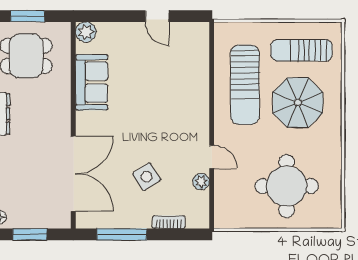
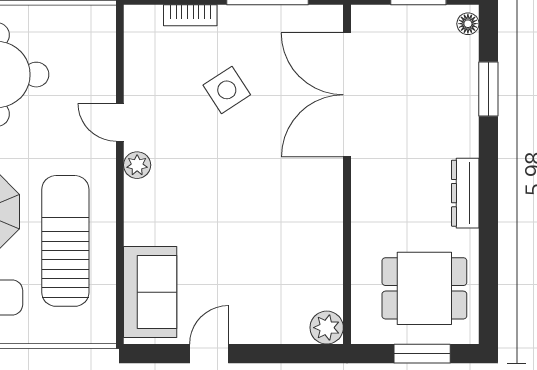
door: (157, 16) -> (209, 354), hinge flipped
sofa: (92, 82) -> (150, 292), moved, turned 180
plant: (201, 182) -> (137, 165), moved

